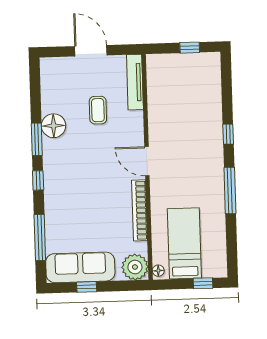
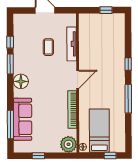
tv unit: (135, 82) -> (72, 44), moved
floor lamp: (54, 126) -> (21, 81), moved
door: (147, 161) -> (78, 79), swing flipped
window: (38, 180) -> (10, 42), moved
sofa: (80, 267) -> (23, 119), moved, turned 90

